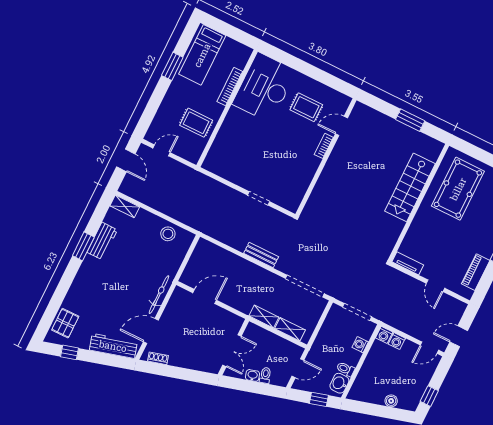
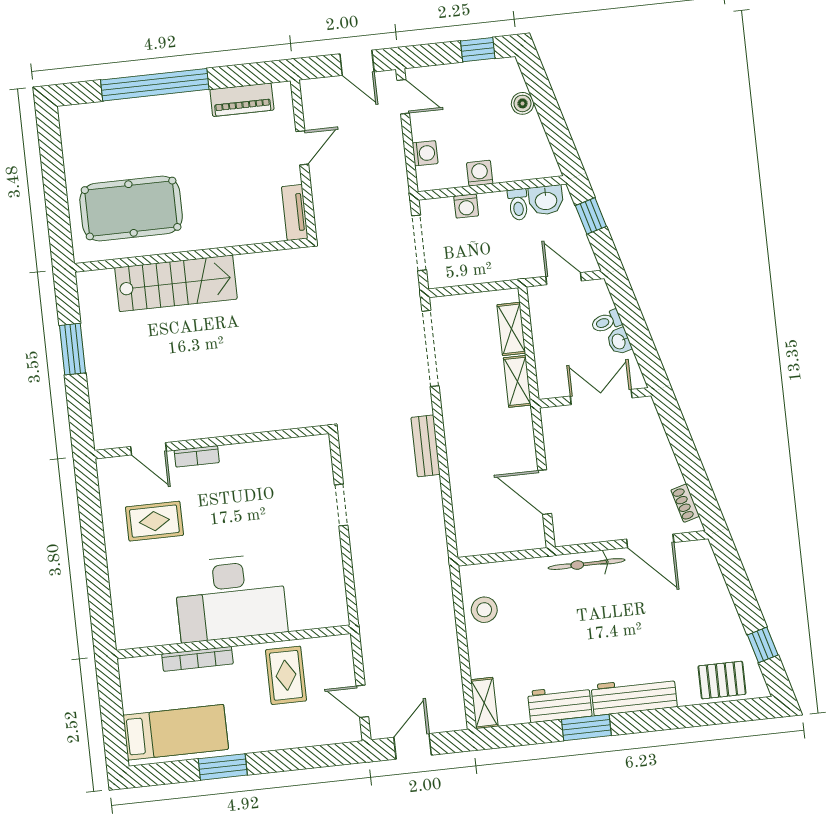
desk: (264, 87) -> (231, 598), moved
rug: (306, 107) -> (154, 521), turned 90
washing machine: (384, 335) -> (480, 173), moved, turned -90
workbench: (113, 346) -> (634, 696), moved, turned 106

